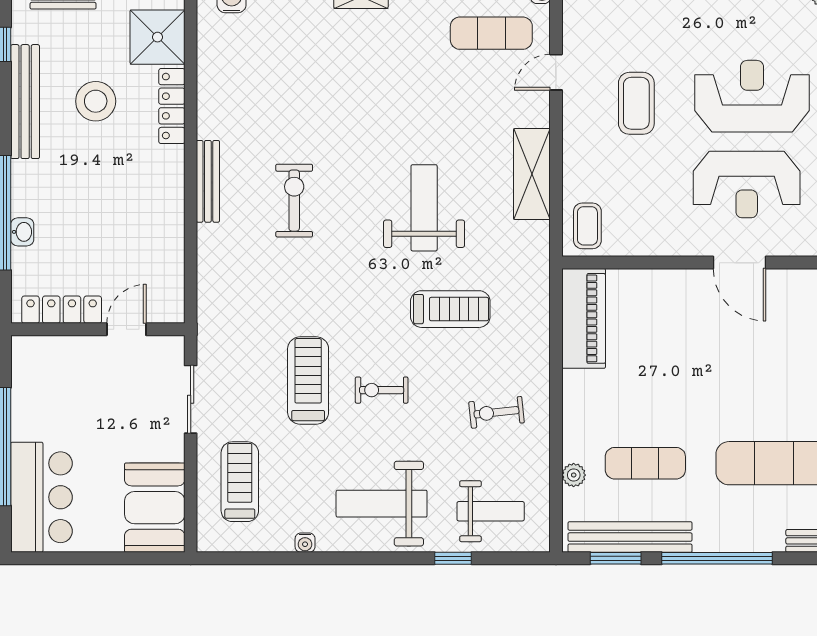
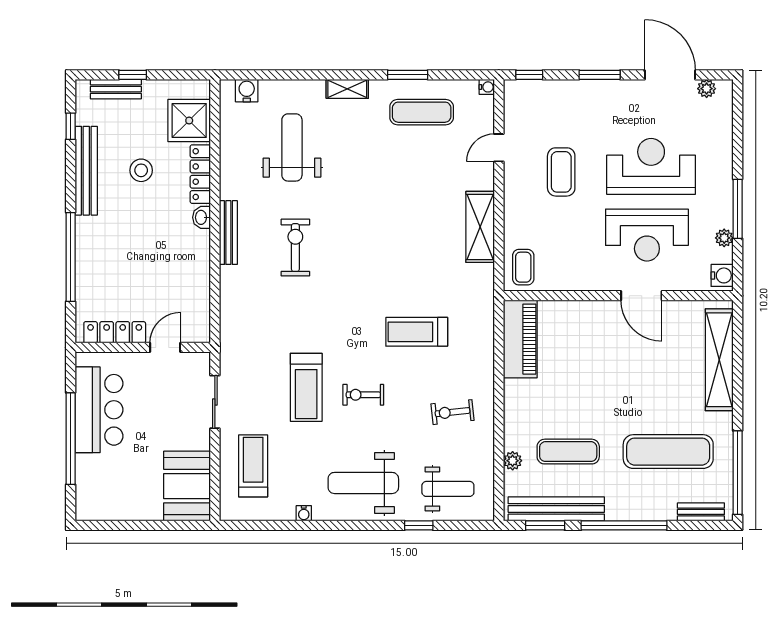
exercise mat: (491, 33) -> (422, 112), moved
stool: (96, 101) -> (141, 170), width x0.73, depth x0.73
weight bench: (424, 208) -> (292, 147), moved
washbasin: (22, 232) -> (202, 217), moved, turned 180
treadmill: (450, 309) -> (417, 332), turned 180
treadmill: (308, 380) -> (306, 387), turned 180
bar counter: (42, 497) -> (99, 410), moved

